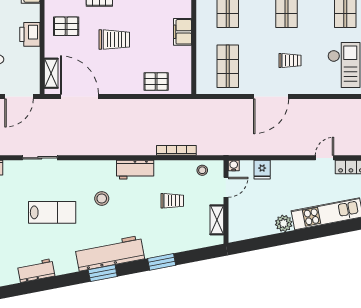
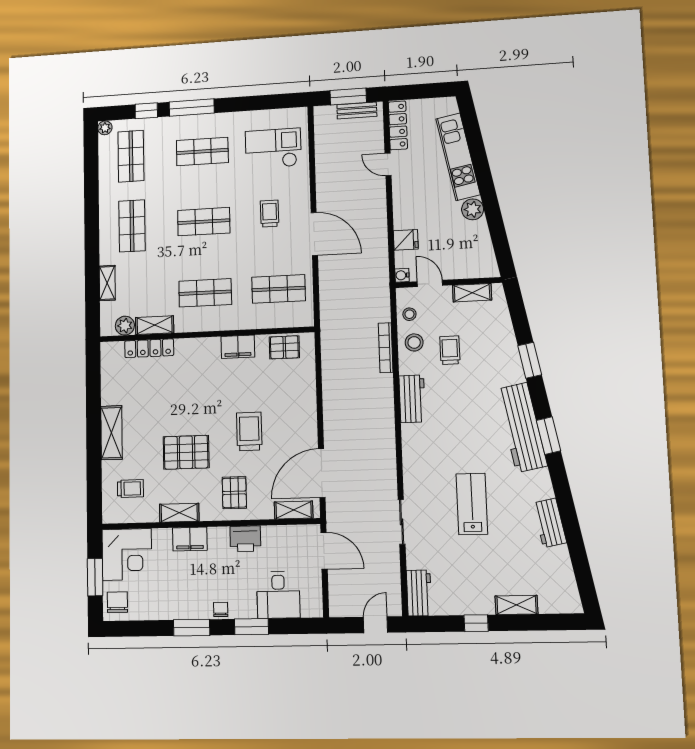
pallet: (156, 82) -> (284, 347), moved, turned 90
stool: (102, 198) -> (414, 342), moved

